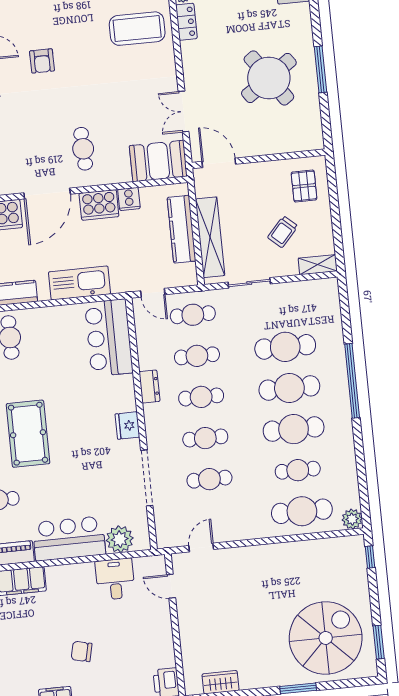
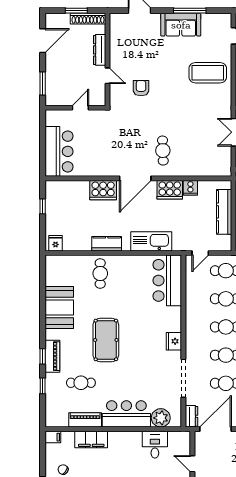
armchair: (42, 61) -> (141, 88), turned 180
booth: (158, 161) -> (213, 164), removed
door: (153, 293) -> (200, 253), hinge flipped
dresser: (149, 387) -> (191, 416), moved
door: (201, 548) -> (215, 429), width x1.87
door: (171, 586) -> (192, 464), moved

